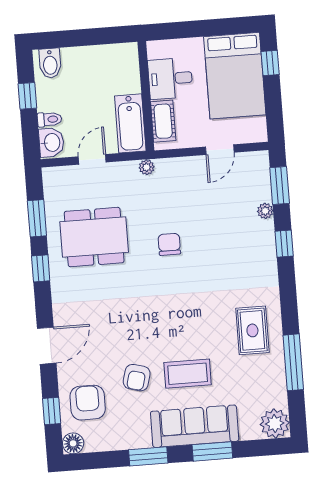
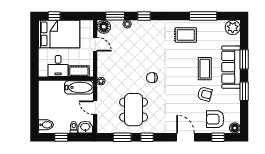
floor lamp: (256, 164) -> (104, 27), added
chair: (169, 244) -> (152, 78), moved

